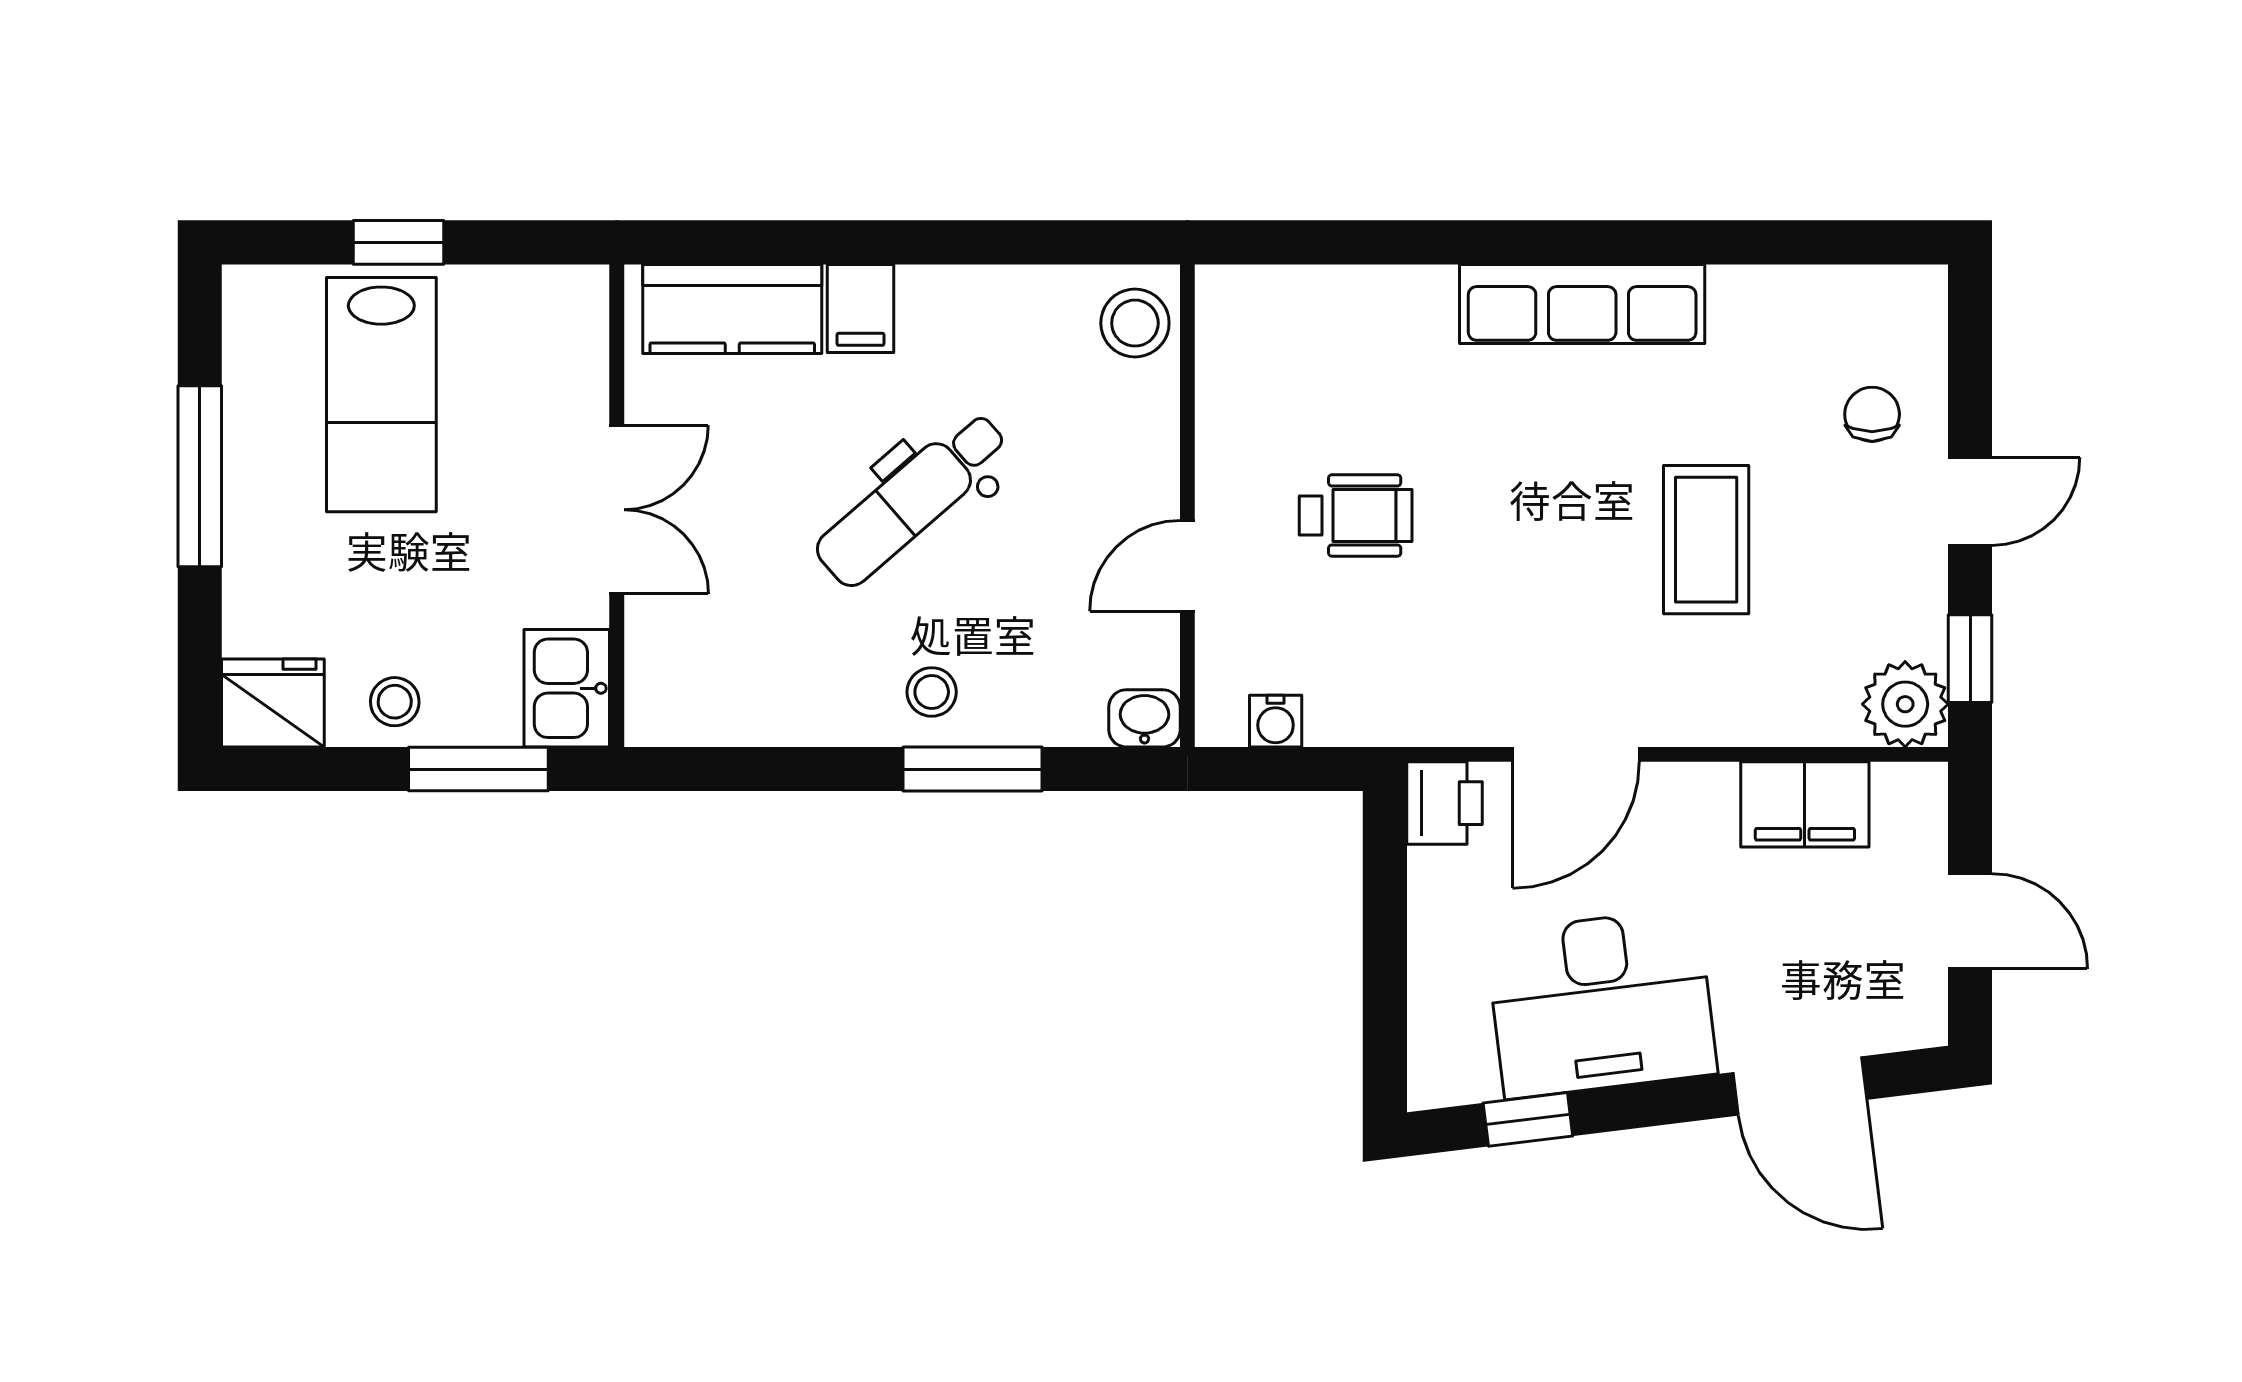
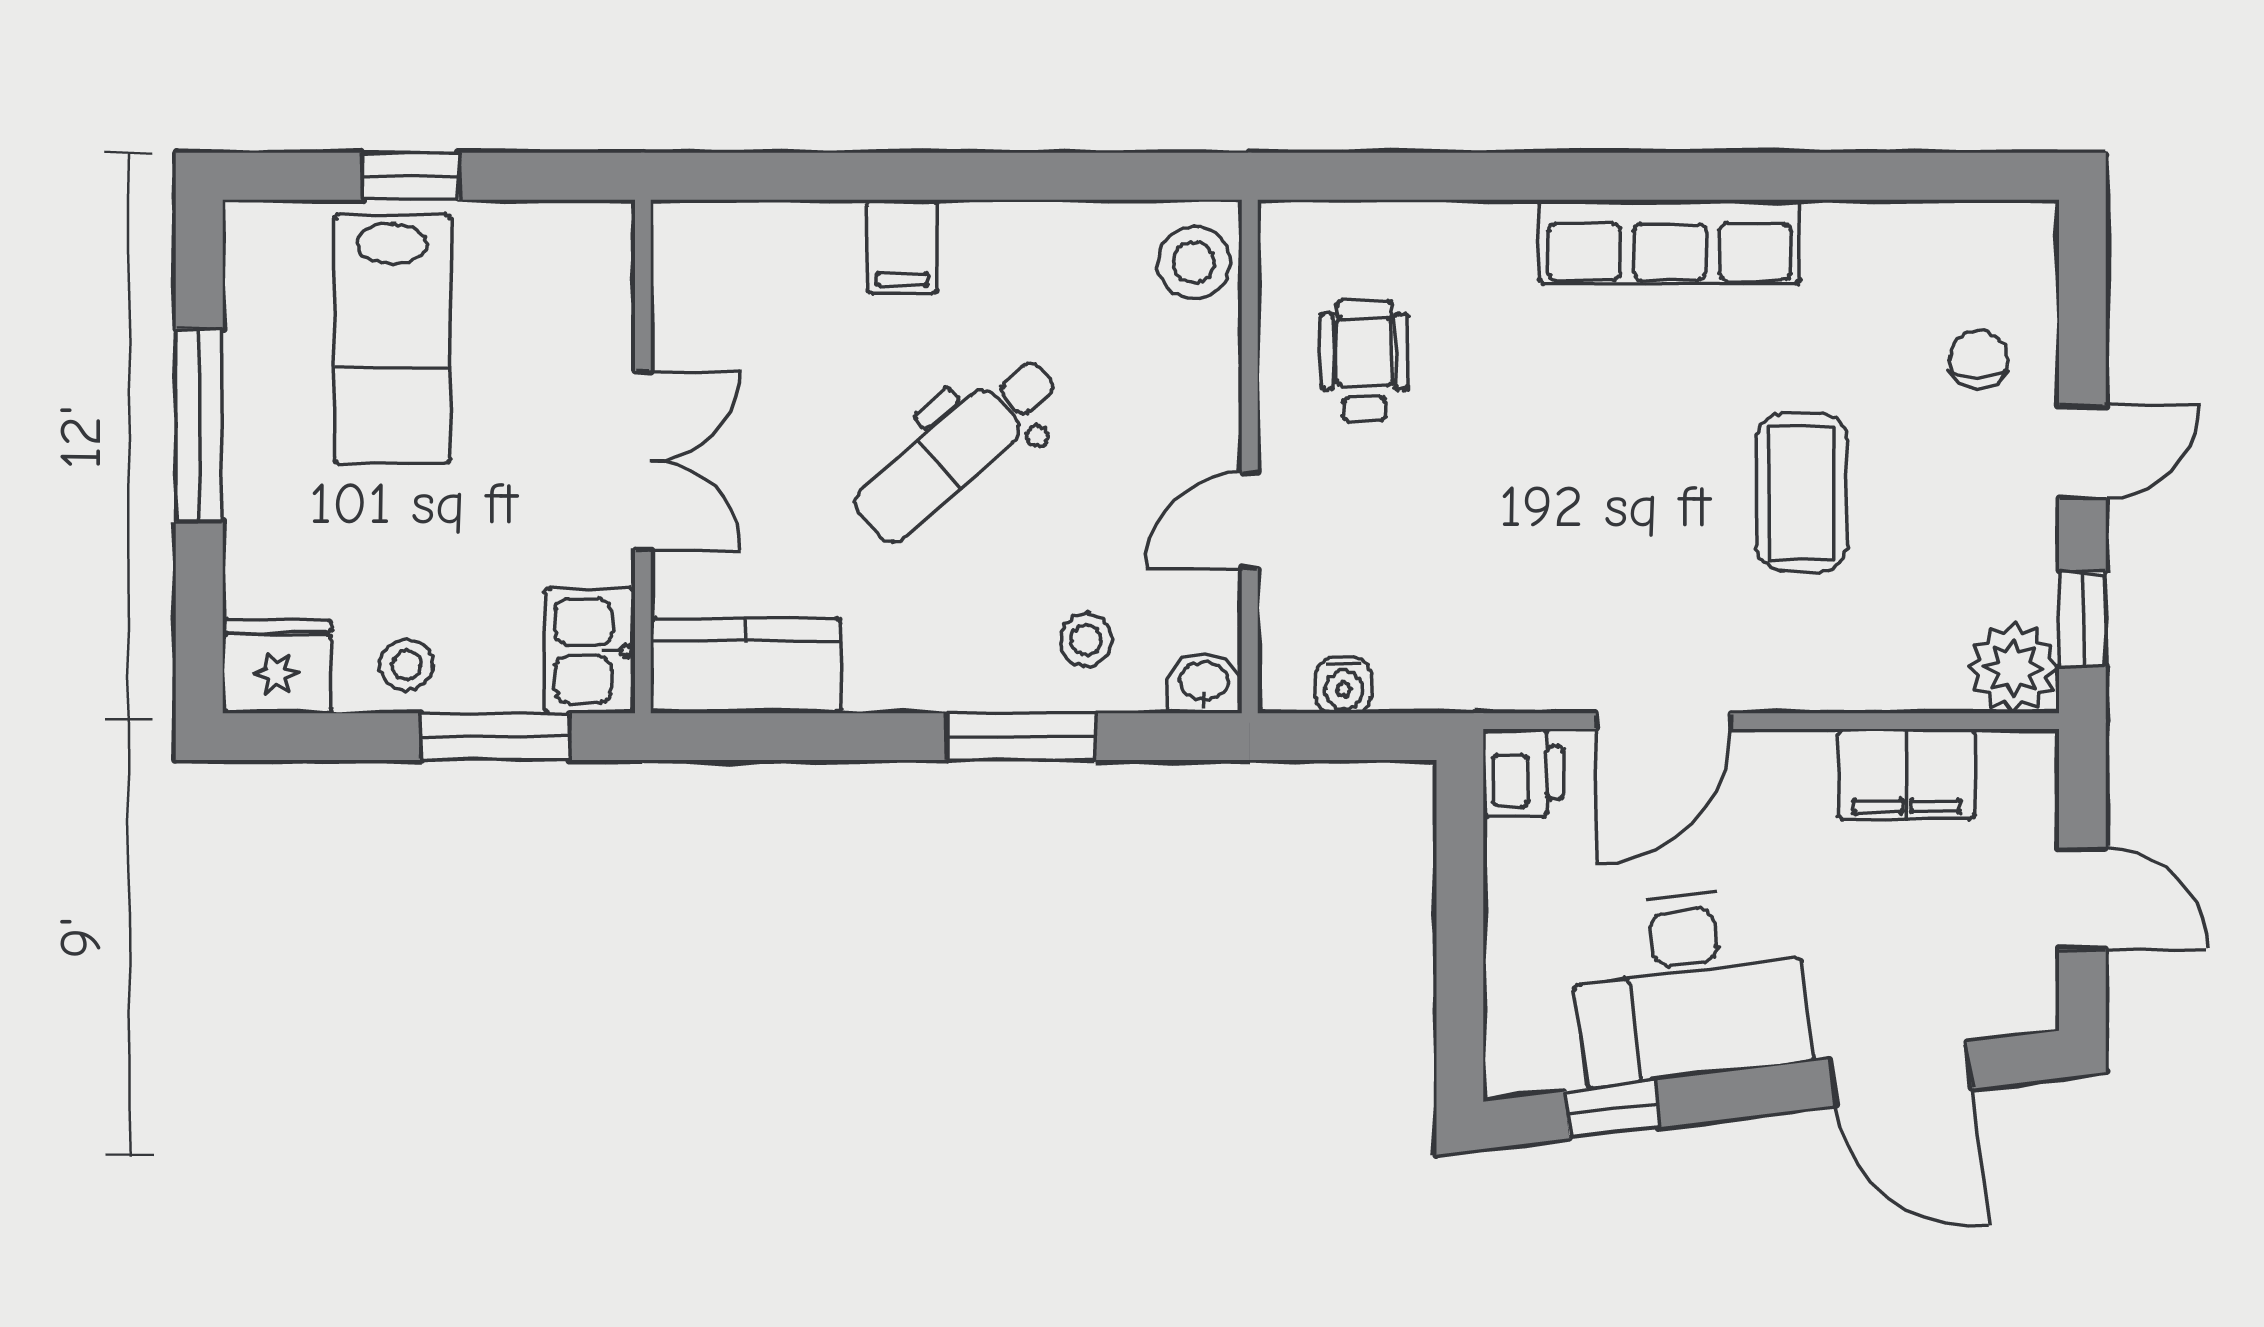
kitchen counter: (732, 309) -> (746, 666), moved, turned 180
wheelchair: (1356, 515) -> (1364, 361), moved, turned -90
stool: (932, 692) -> (1086, 640), moved

